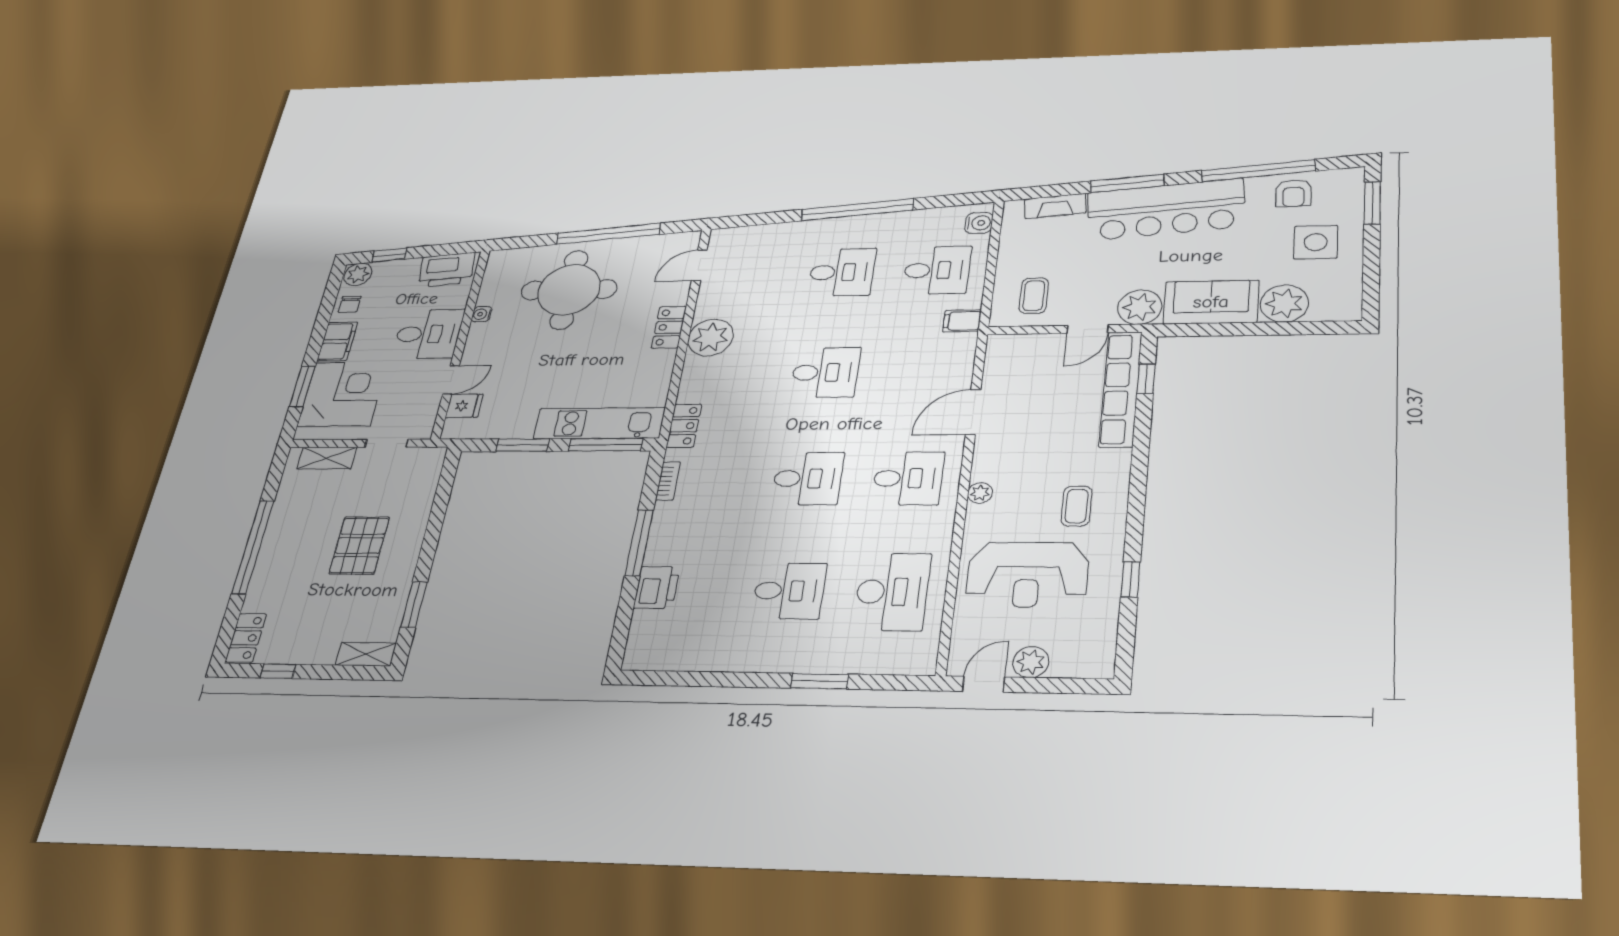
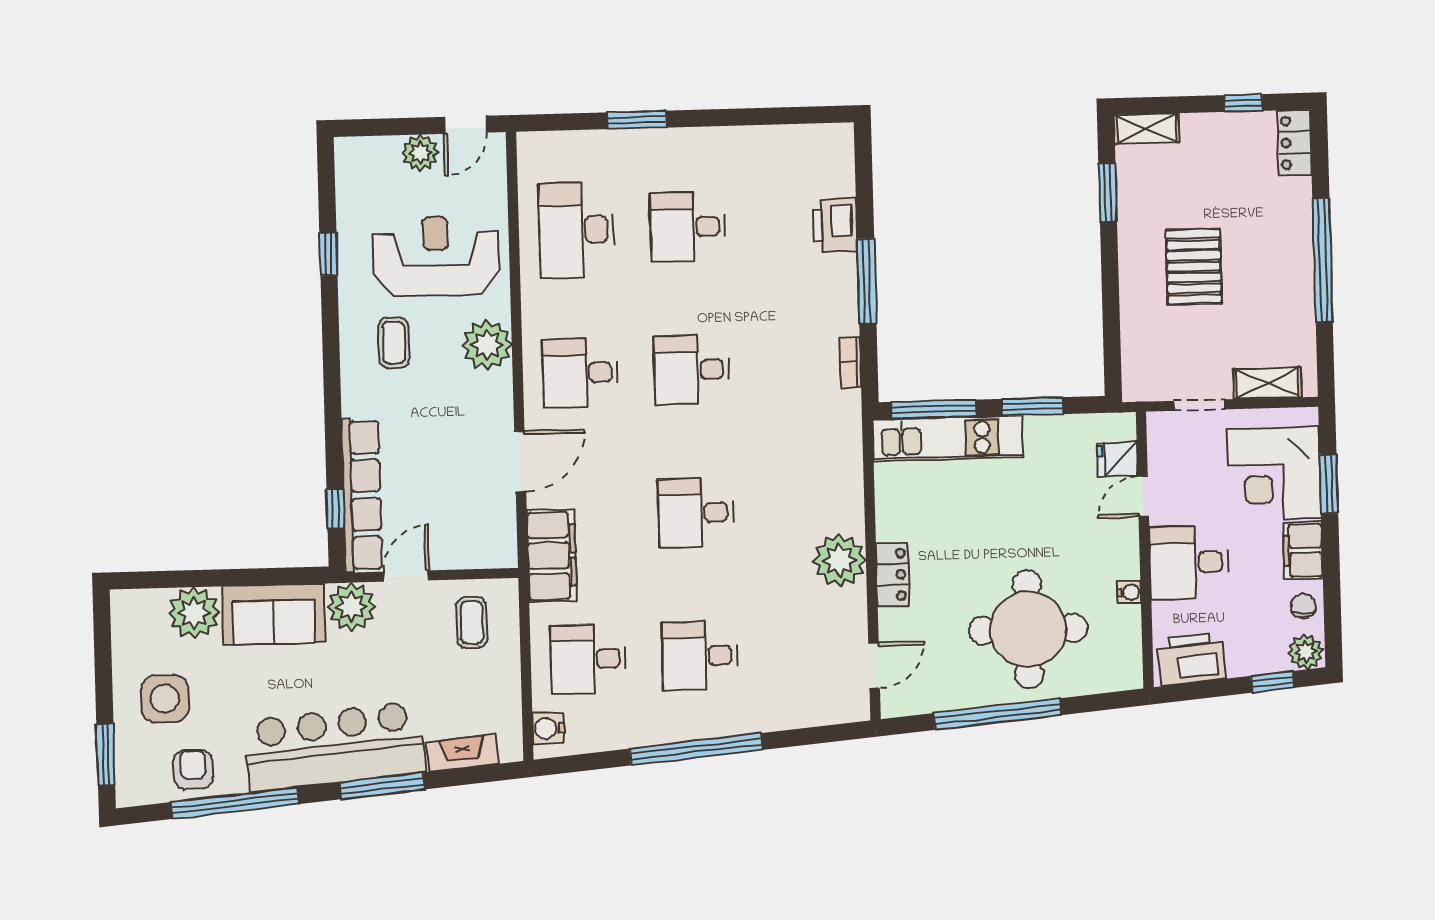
filing cabinet: (962, 321) -> (552, 556), width x3.00, depth x1.17
locker: (684, 426) -> (847, 437), removed
plant: (980, 493) -> (487, 345), width x1.87, depth x1.87

